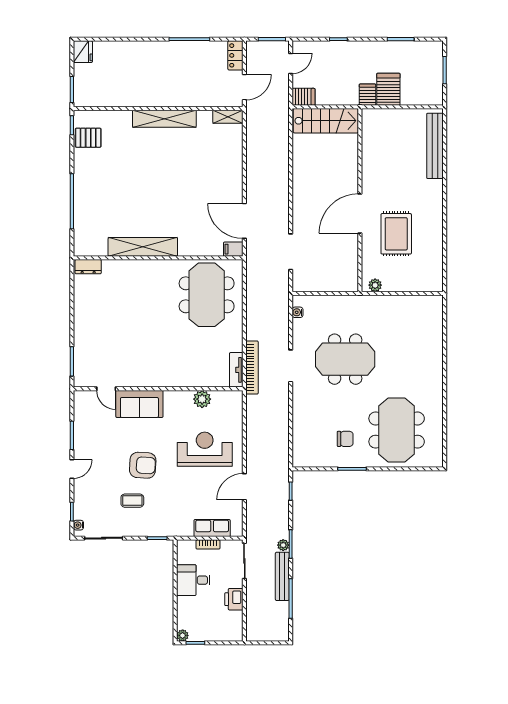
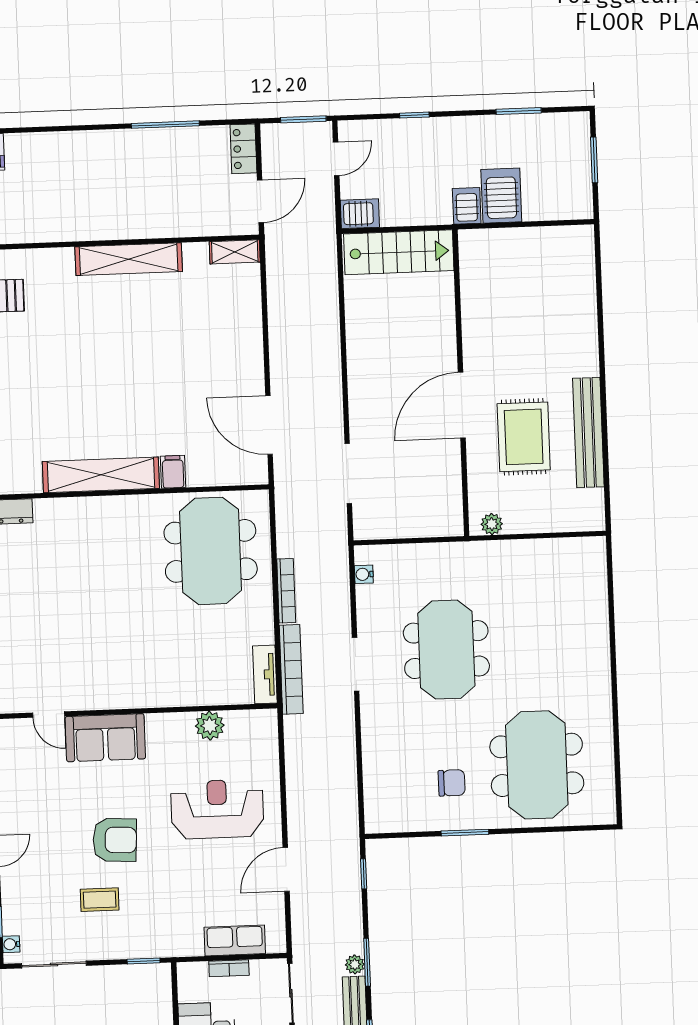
bench: (435, 146) -> (588, 433), moved
filing cabinet: (233, 249) -> (173, 472), moved, turned 90
bookcase: (251, 320) -> (286, 591), added
meeting table: (345, 359) -> (446, 650), turned 90

